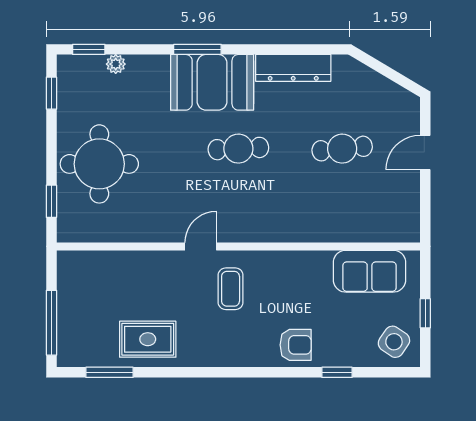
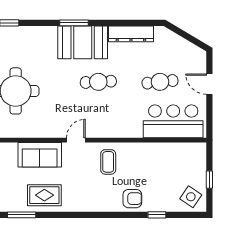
plant: (116, 64) -> (25, 32), removed
door: (425, 152) -> (209, 84), hinge flipped
bar counter: (364, 215) -> (173, 121), added
sofa: (370, 271) -> (40, 155), moved
coffee table: (231, 289) -> (108, 162), moved

